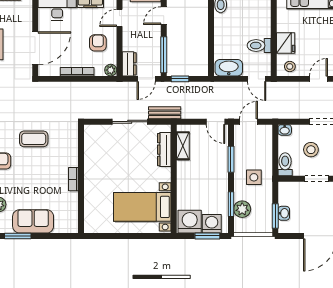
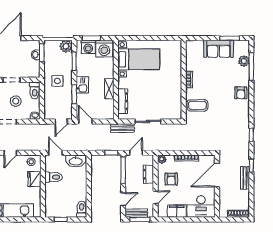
dresser: (129, 64) -> (148, 174), moved
coffee table: (34, 139) -> (197, 105), moved
shelving: (183, 146) -> (109, 89), moved
kitchen sink: (220, 172) -> (82, 85), added
plant: (242, 209) -> (66, 46), moved

